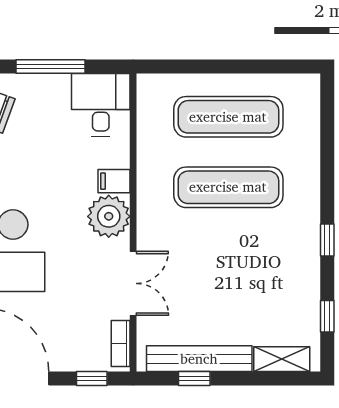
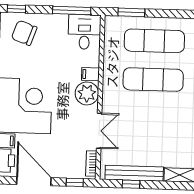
window: (51, 66) -> (72, 11), moved
window: (185, 66) -> (131, 12), added

